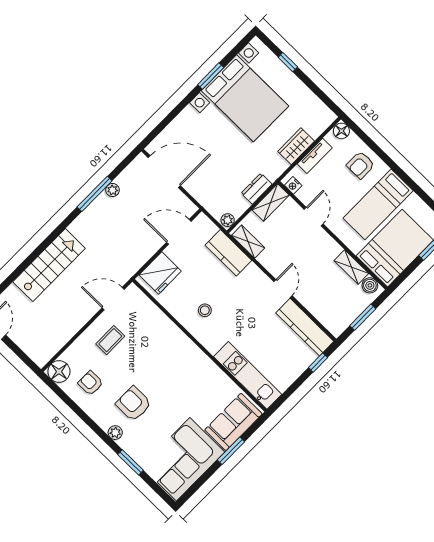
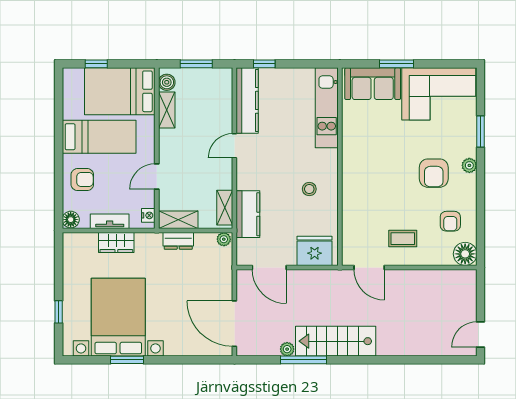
stairs: (49, 265) -> (336, 341), moved

